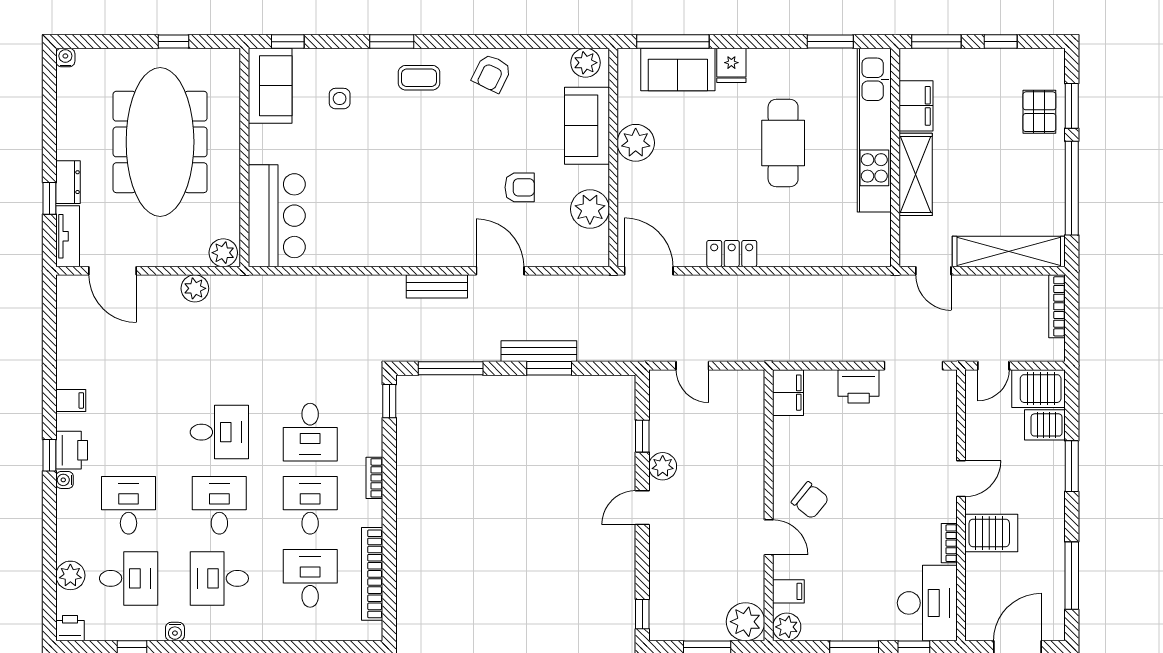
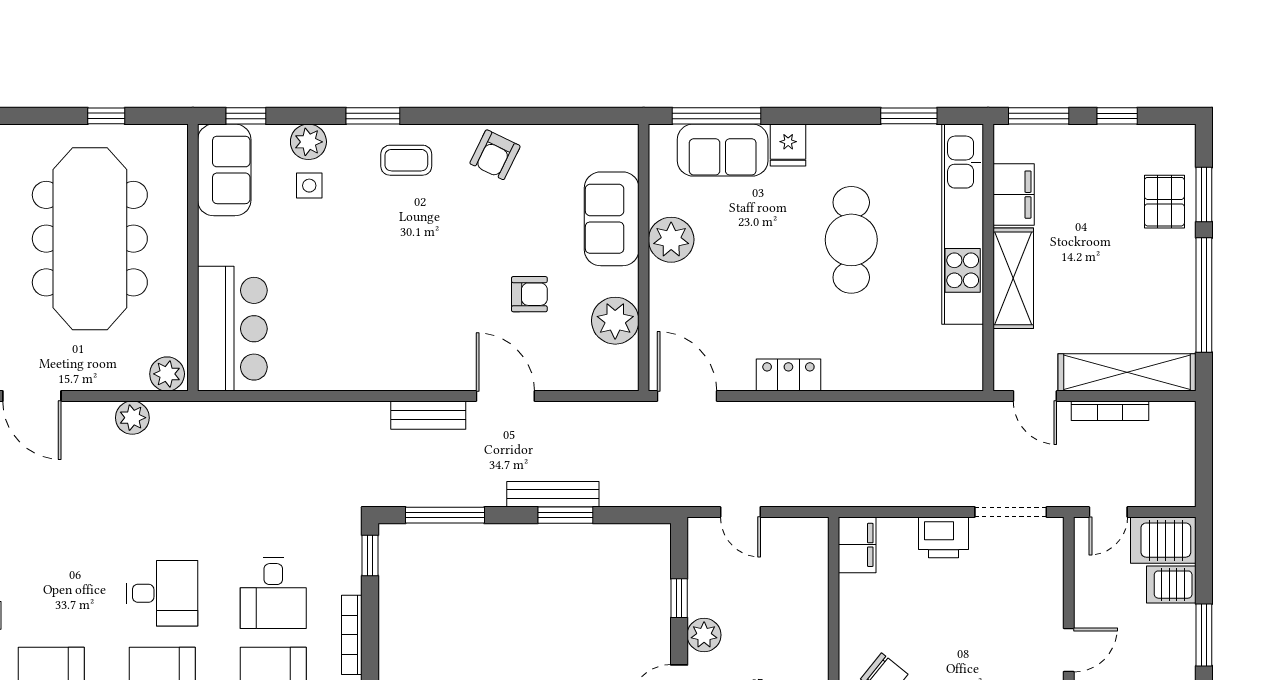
plant: (586, 63) -> (308, 142), moved
bookcase: (1057, 306) -> (1110, 411), moved, turned -90
bookcase: (374, 478) -> (352, 635), width x1.56

